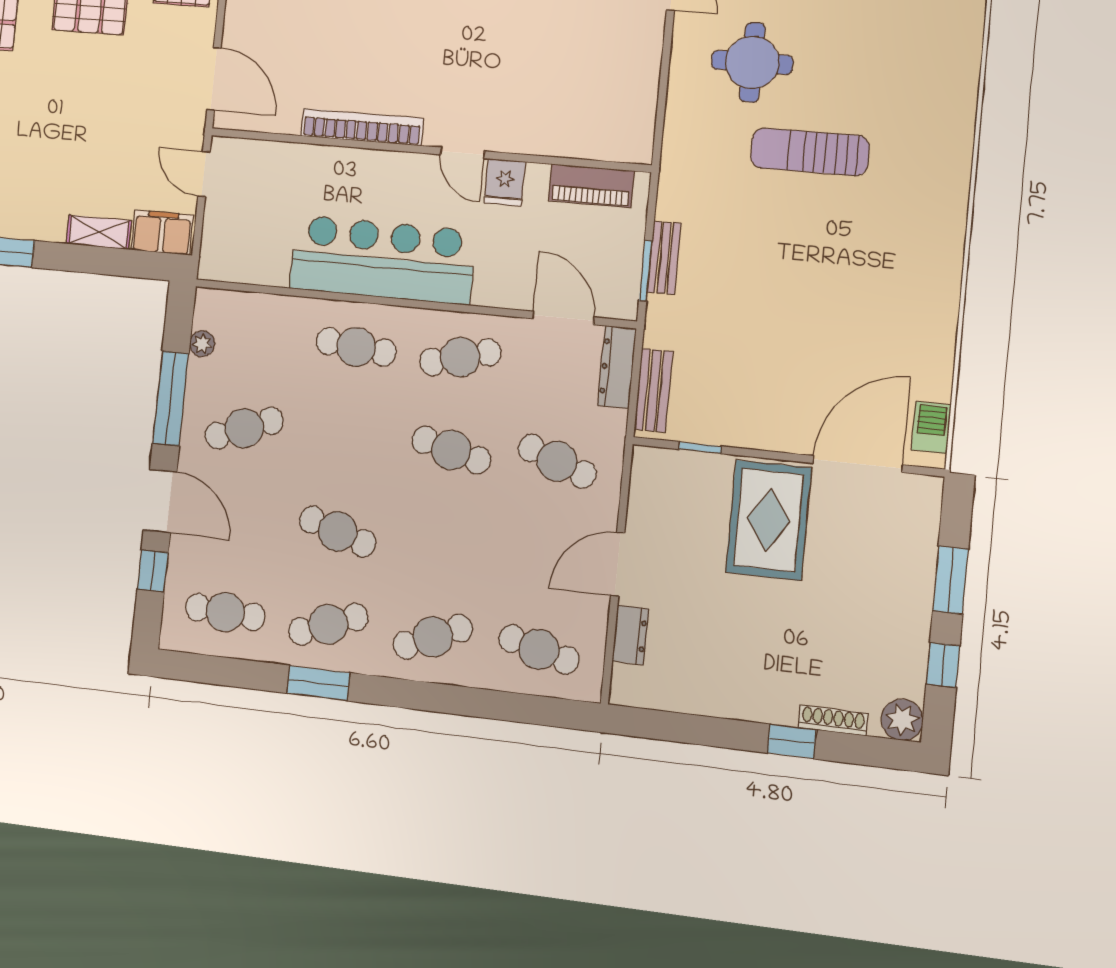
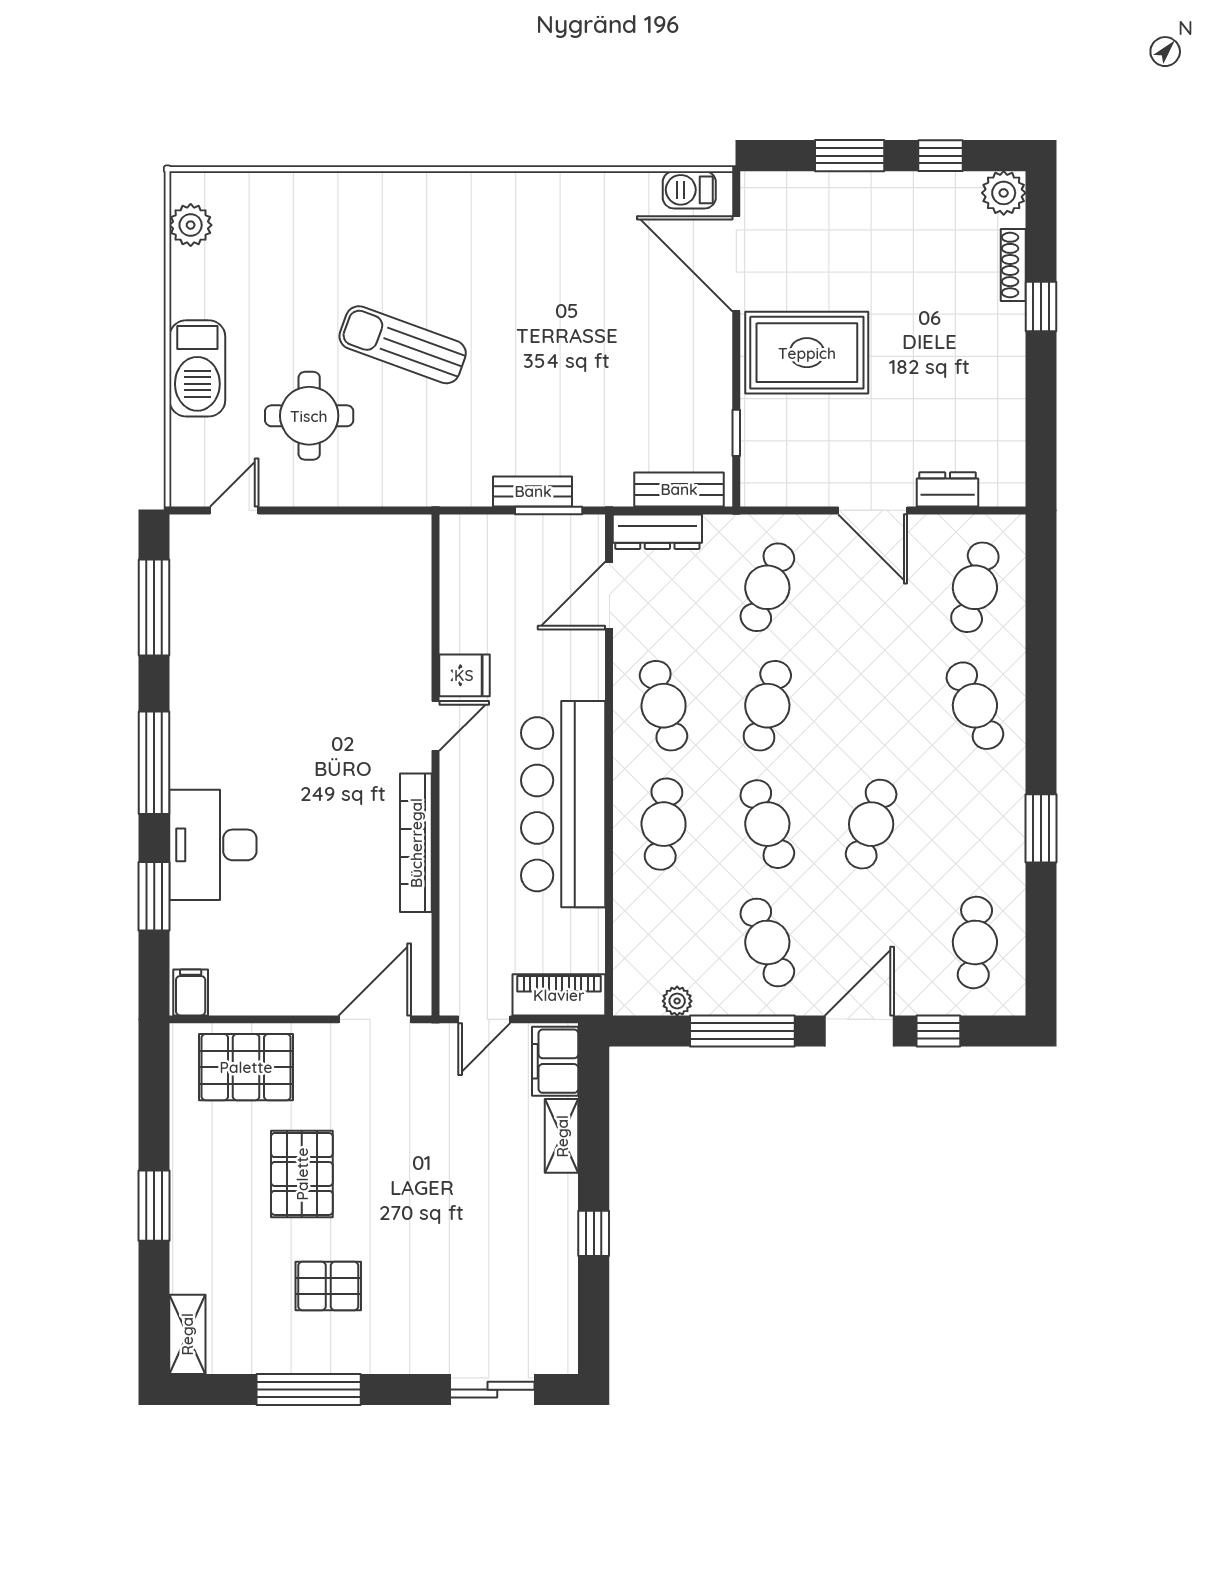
sun lounger: (810, 152) -> (403, 345), turned 110
piano: (591, 186) -> (559, 995), moved, turned -90
cafe table: (328, 624) -> (767, 824), moved

